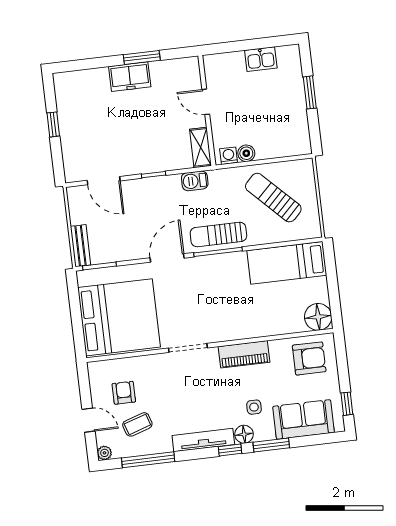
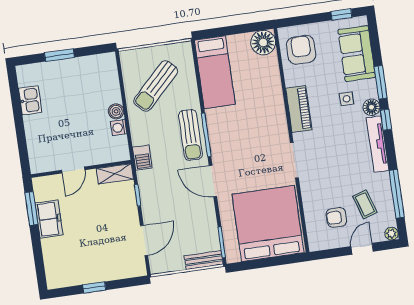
door: (206, 102) -> (73, 170), moved
wall: (207, 110) -> (81, 169), moved
shelving: (201, 147) -> (115, 174), moved

